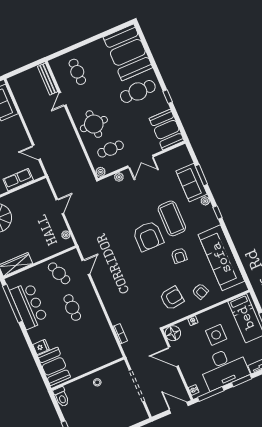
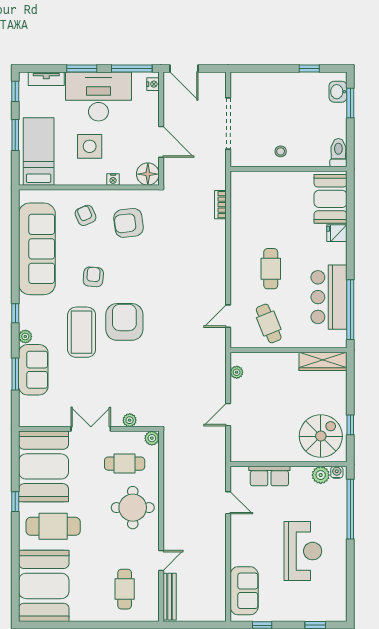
booth: (167, 130) -> (44, 466), width x1.36, depth x1.42

